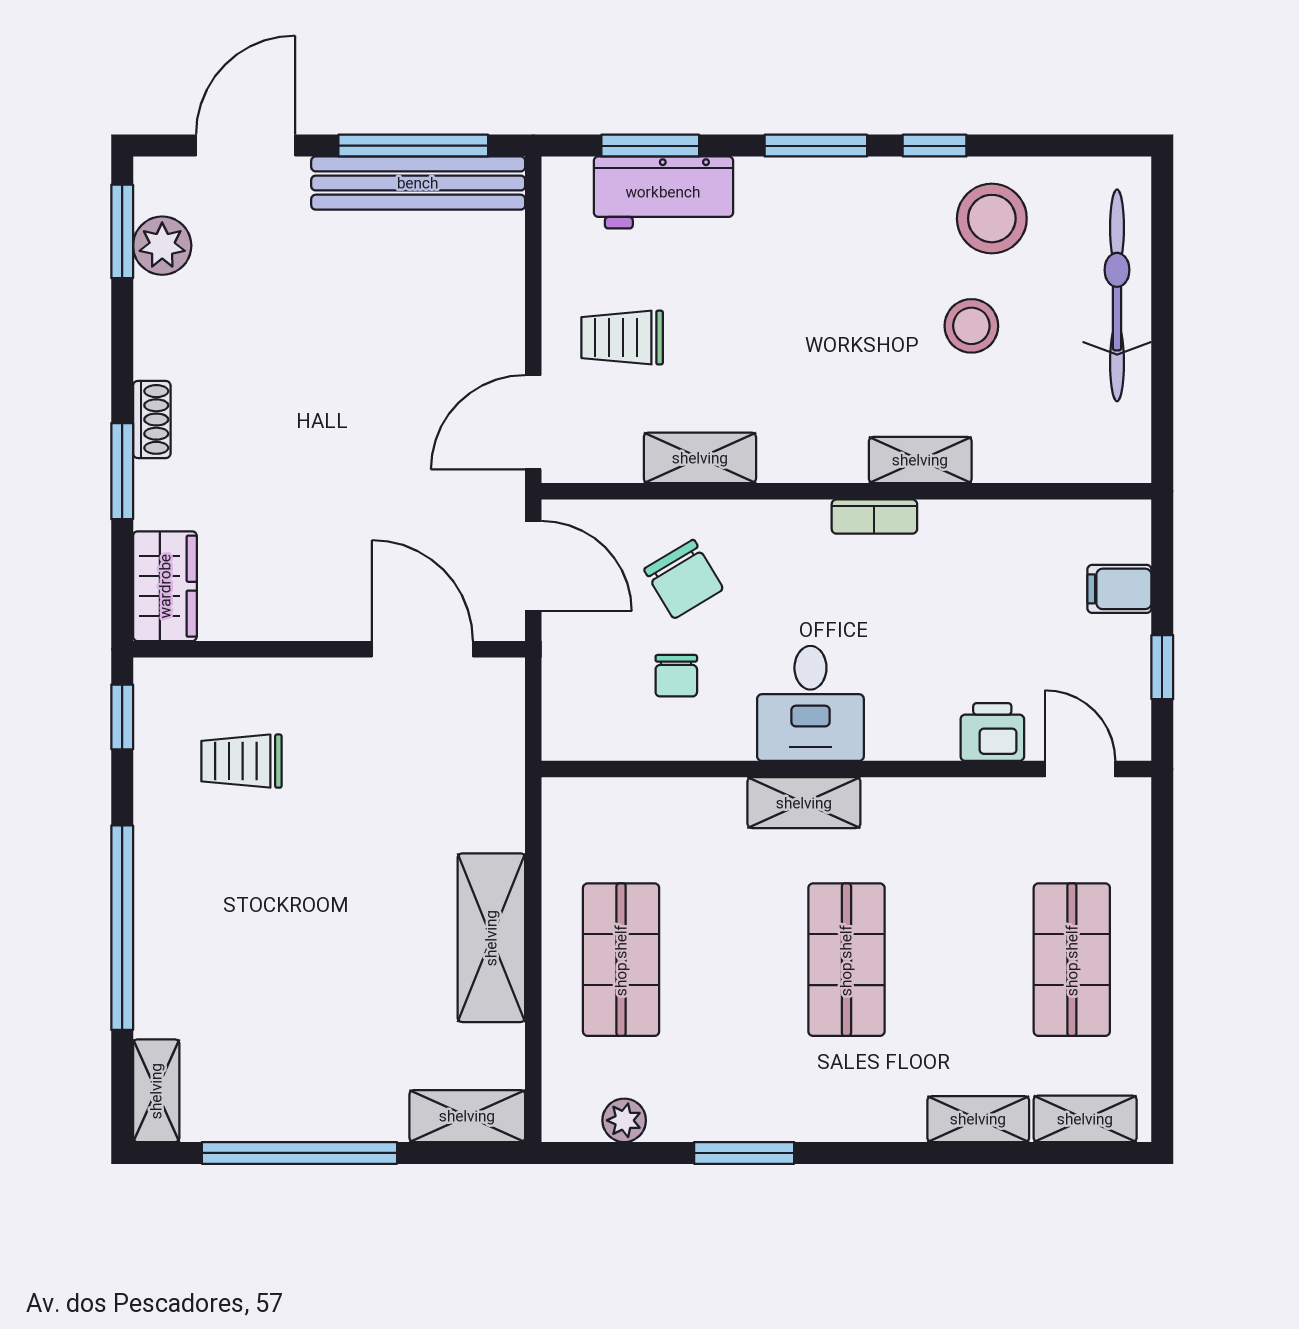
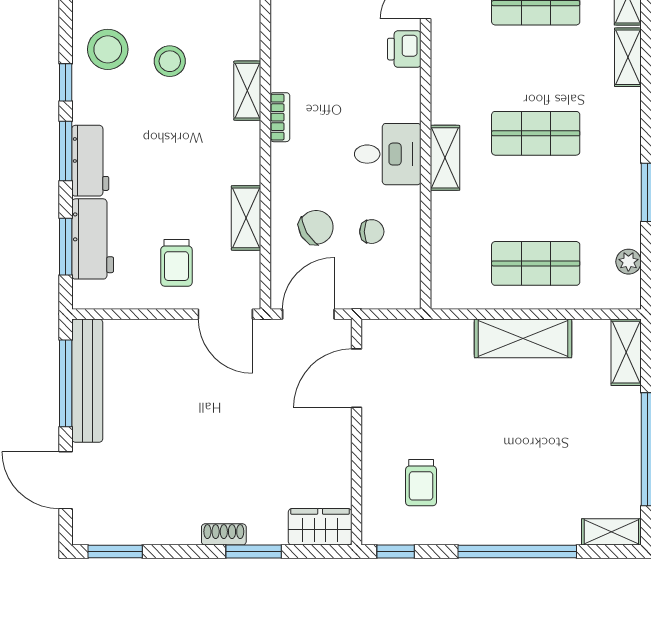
workbench: (799, 188) -> (90, 161), added
plant: (162, 246) -> (123, 528), removed

